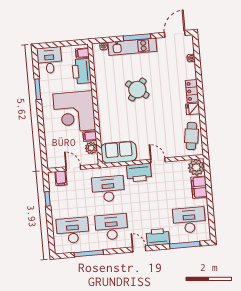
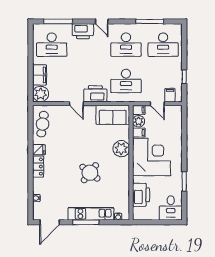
filing cabinet: (82, 53) -> (139, 110), moved
plant: (107, 118) -> (121, 149), added

